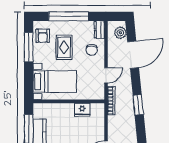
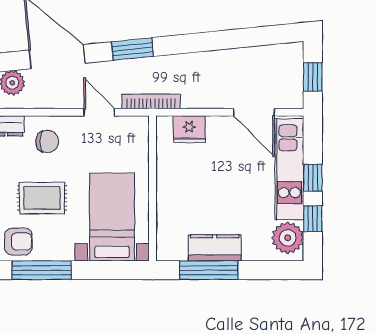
window: (138, 105) -> (132, 49), moved
fridge: (82, 110) -> (189, 129), moved, turned 90

